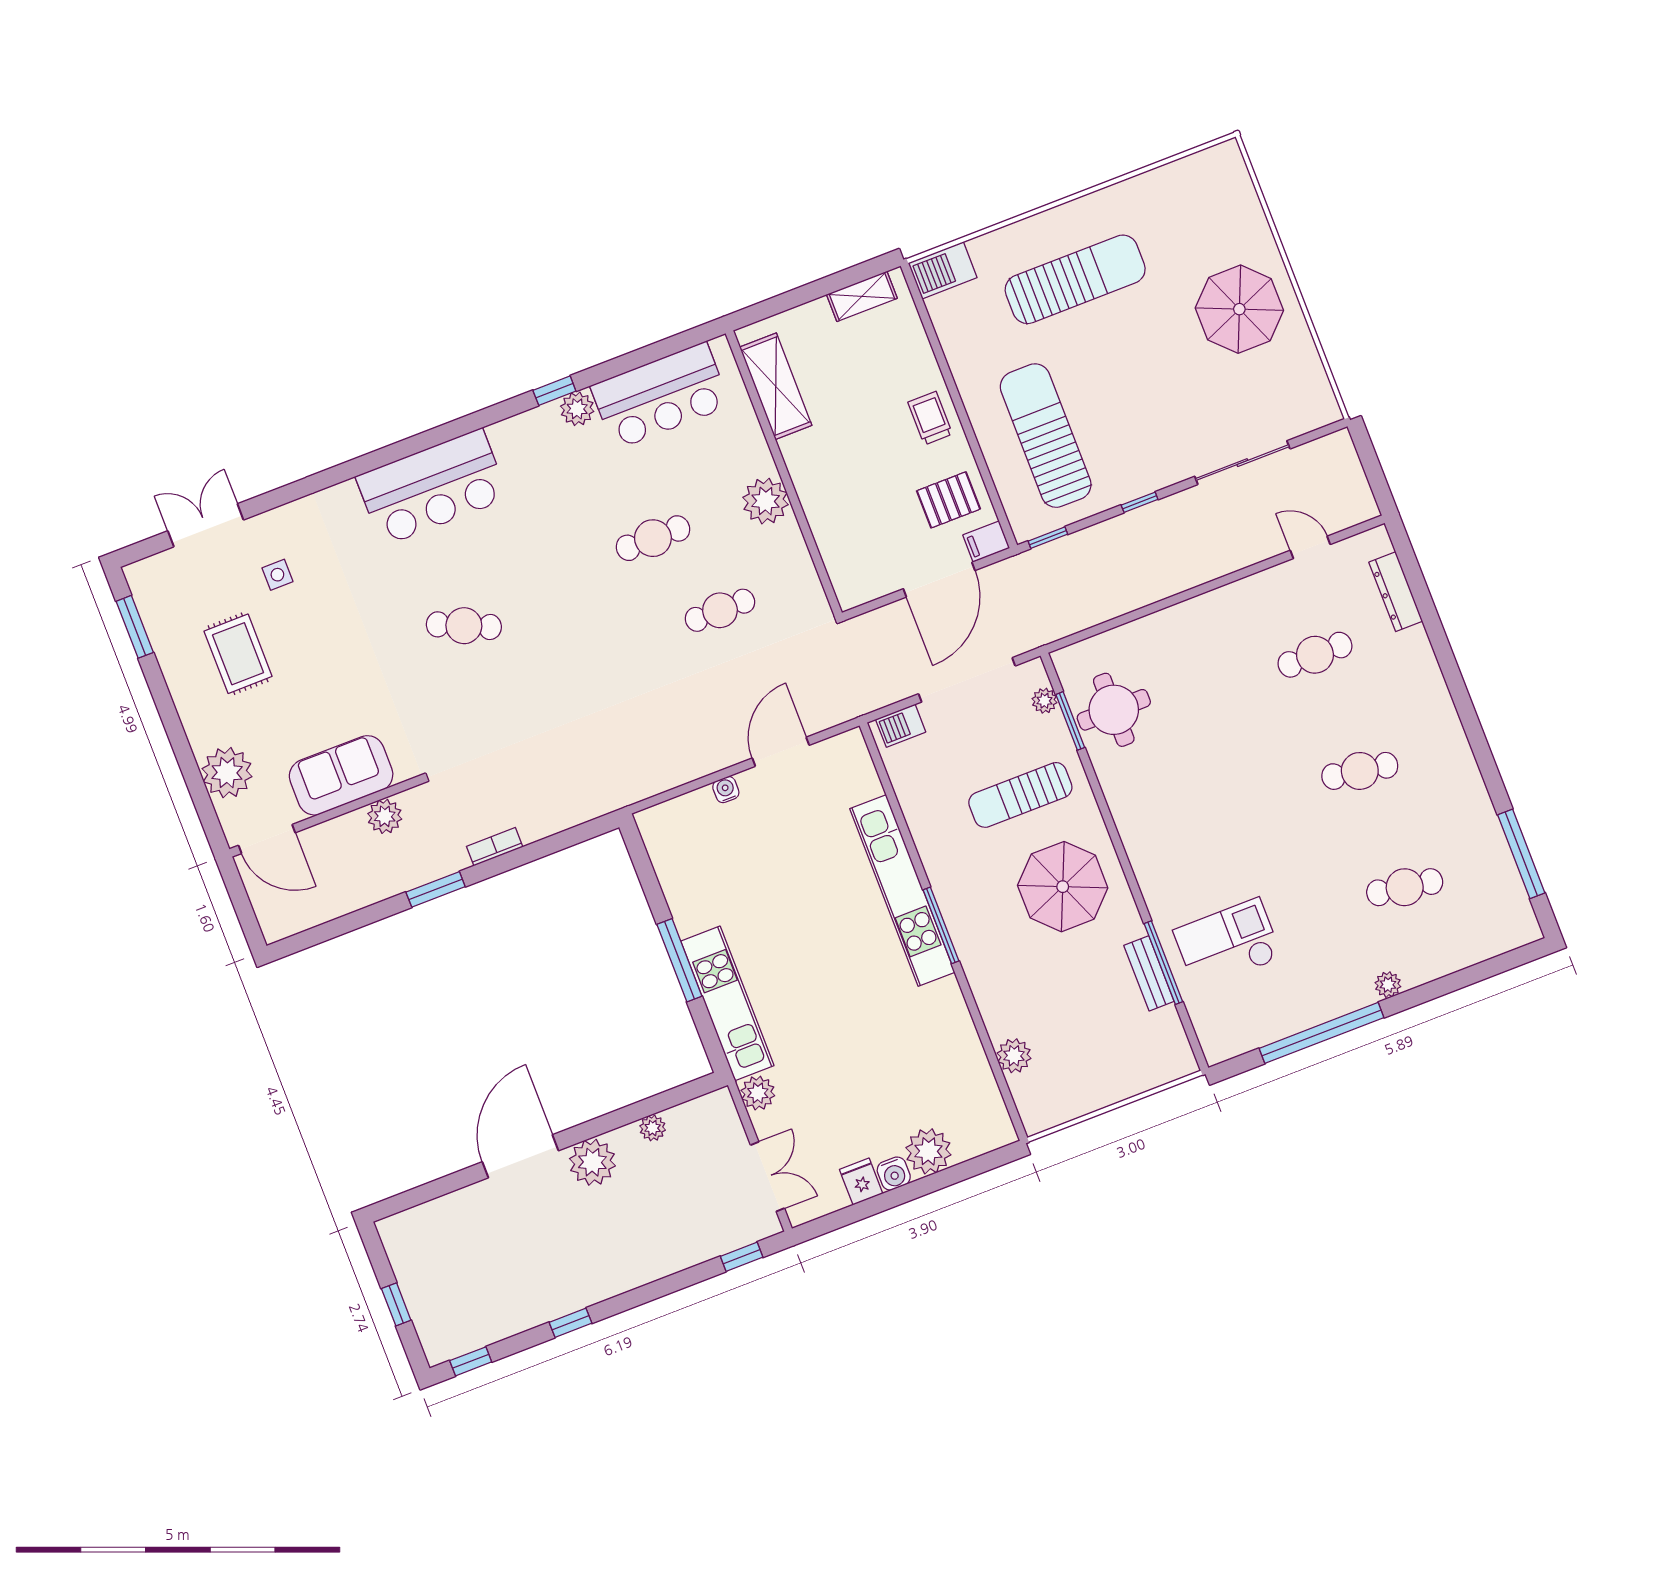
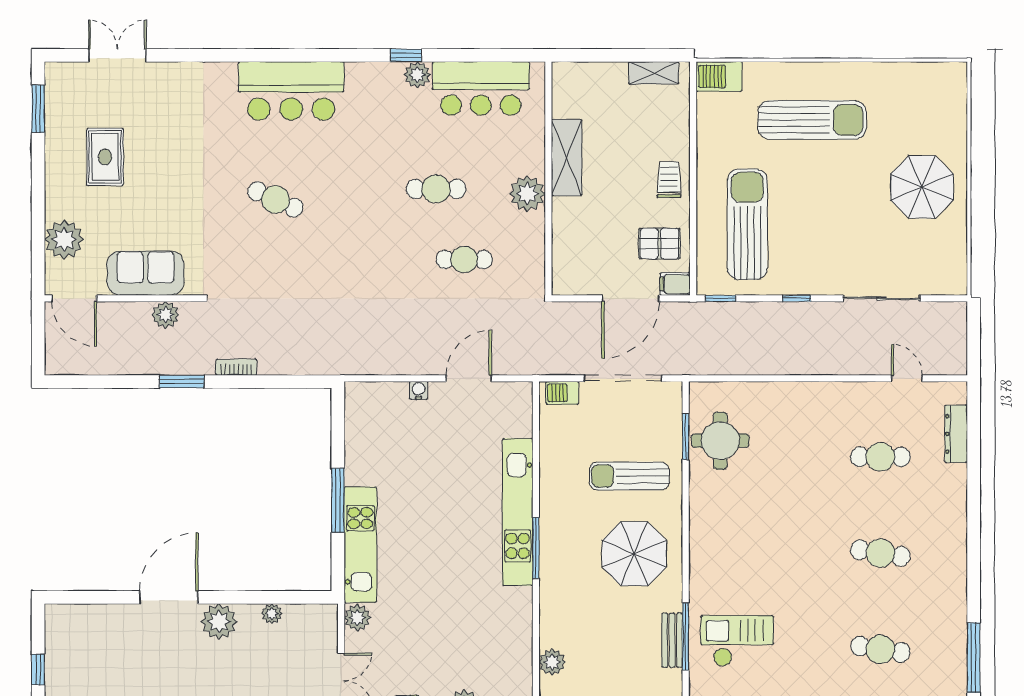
shelving: (776, 386) -> (567, 158), moved
side table: (277, 575) -> (155, 111), removed
plant: (1044, 701) -> (673, 415), removed

